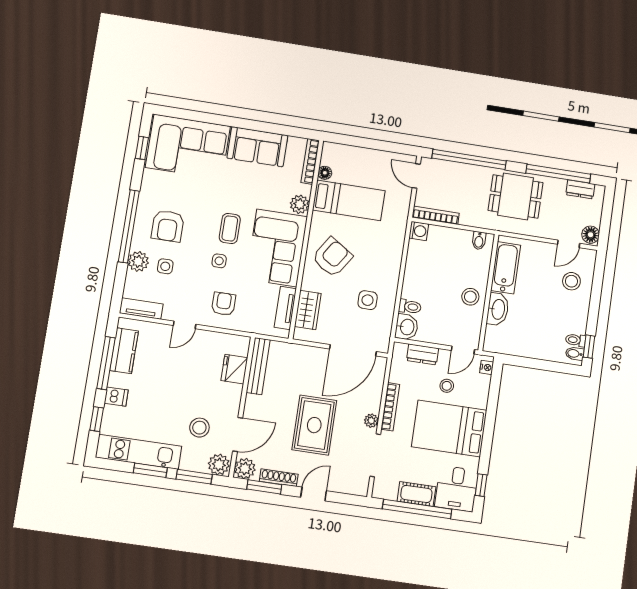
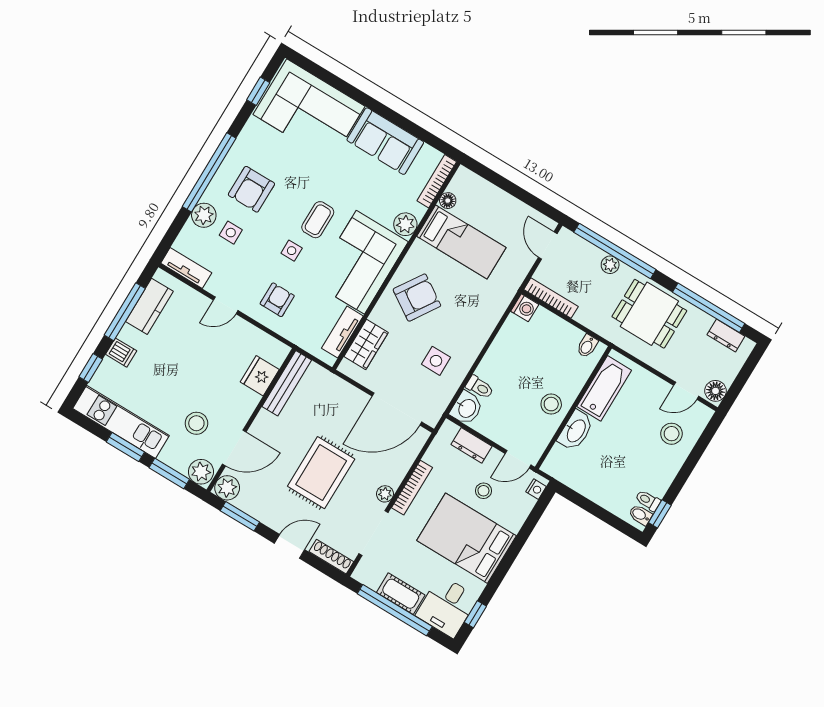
plant: (470, 171) -> (610, 265), added
shoe rack: (279, 478) -> (331, 557), moved

